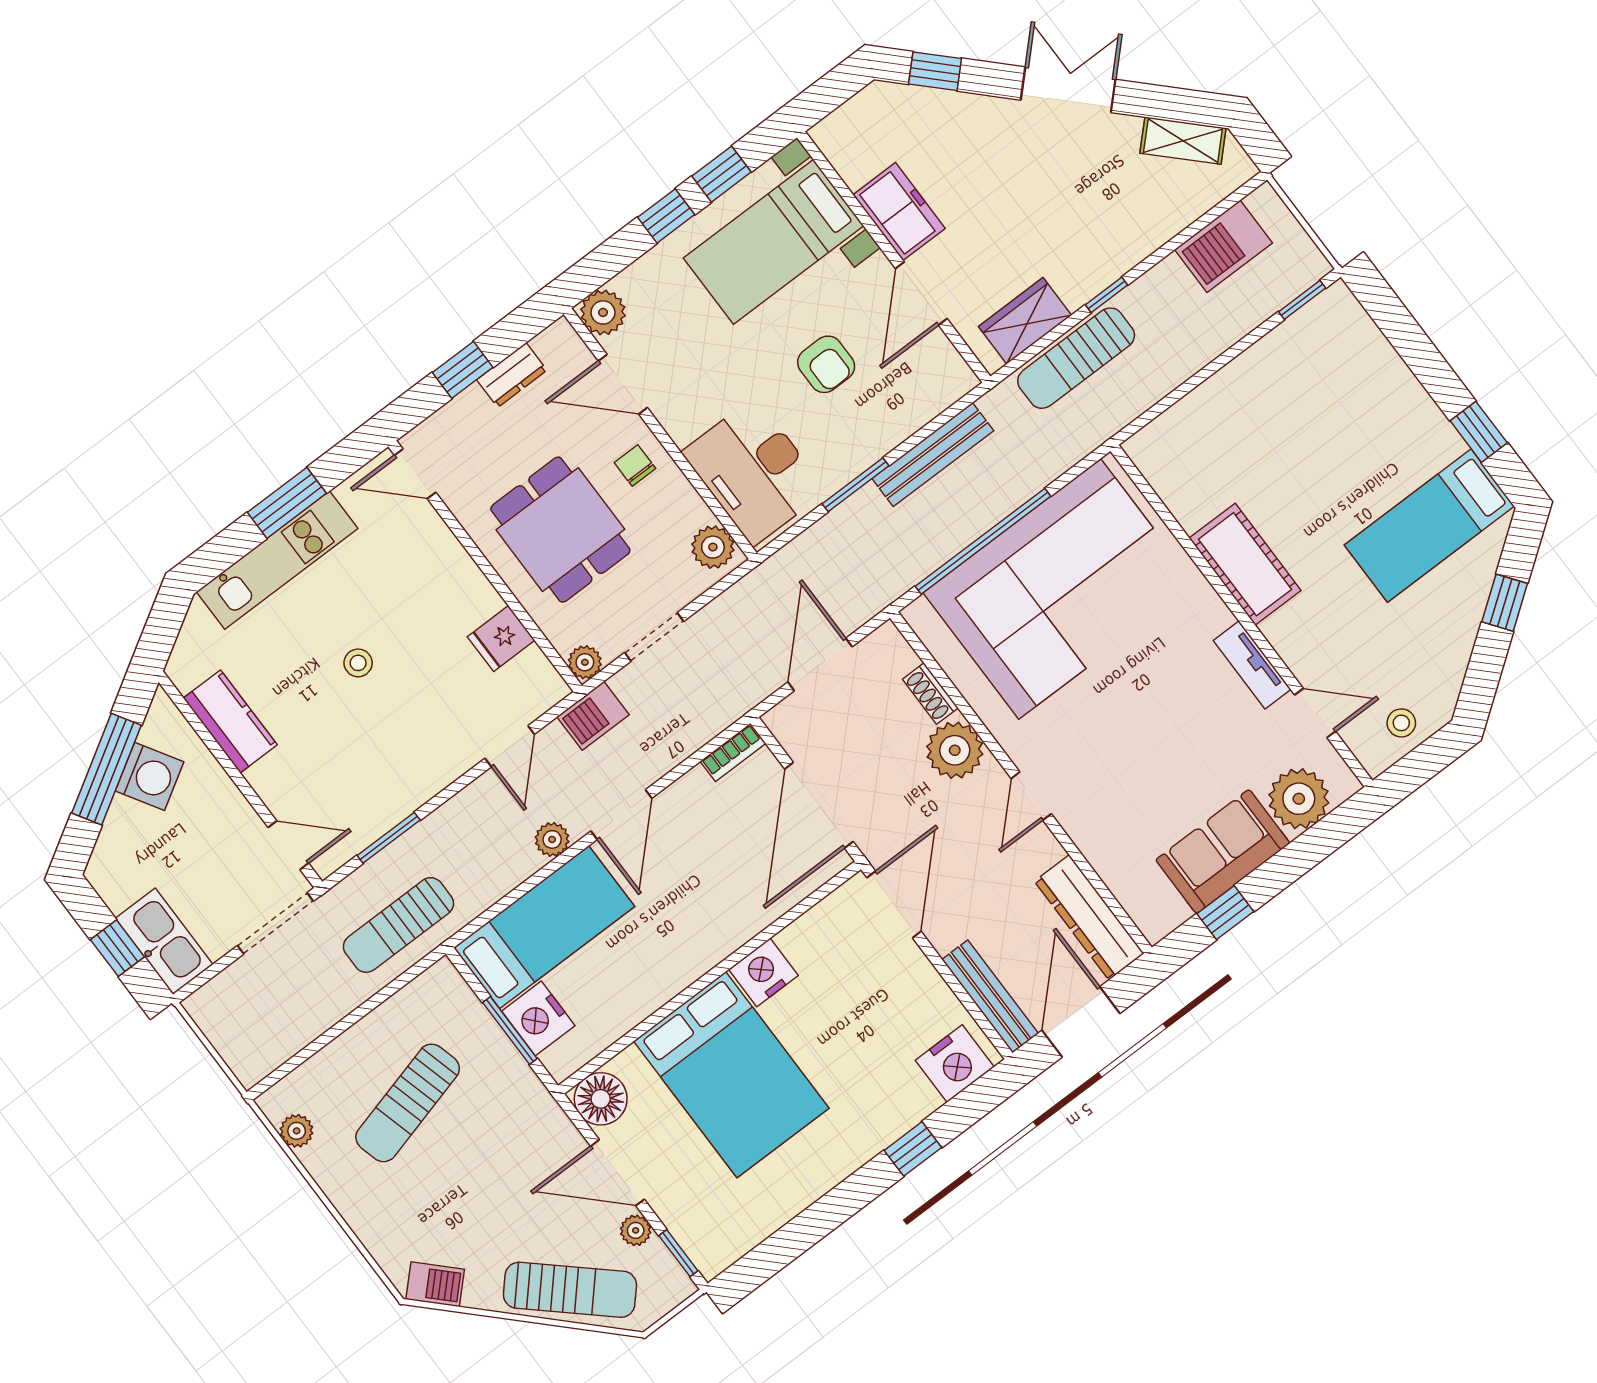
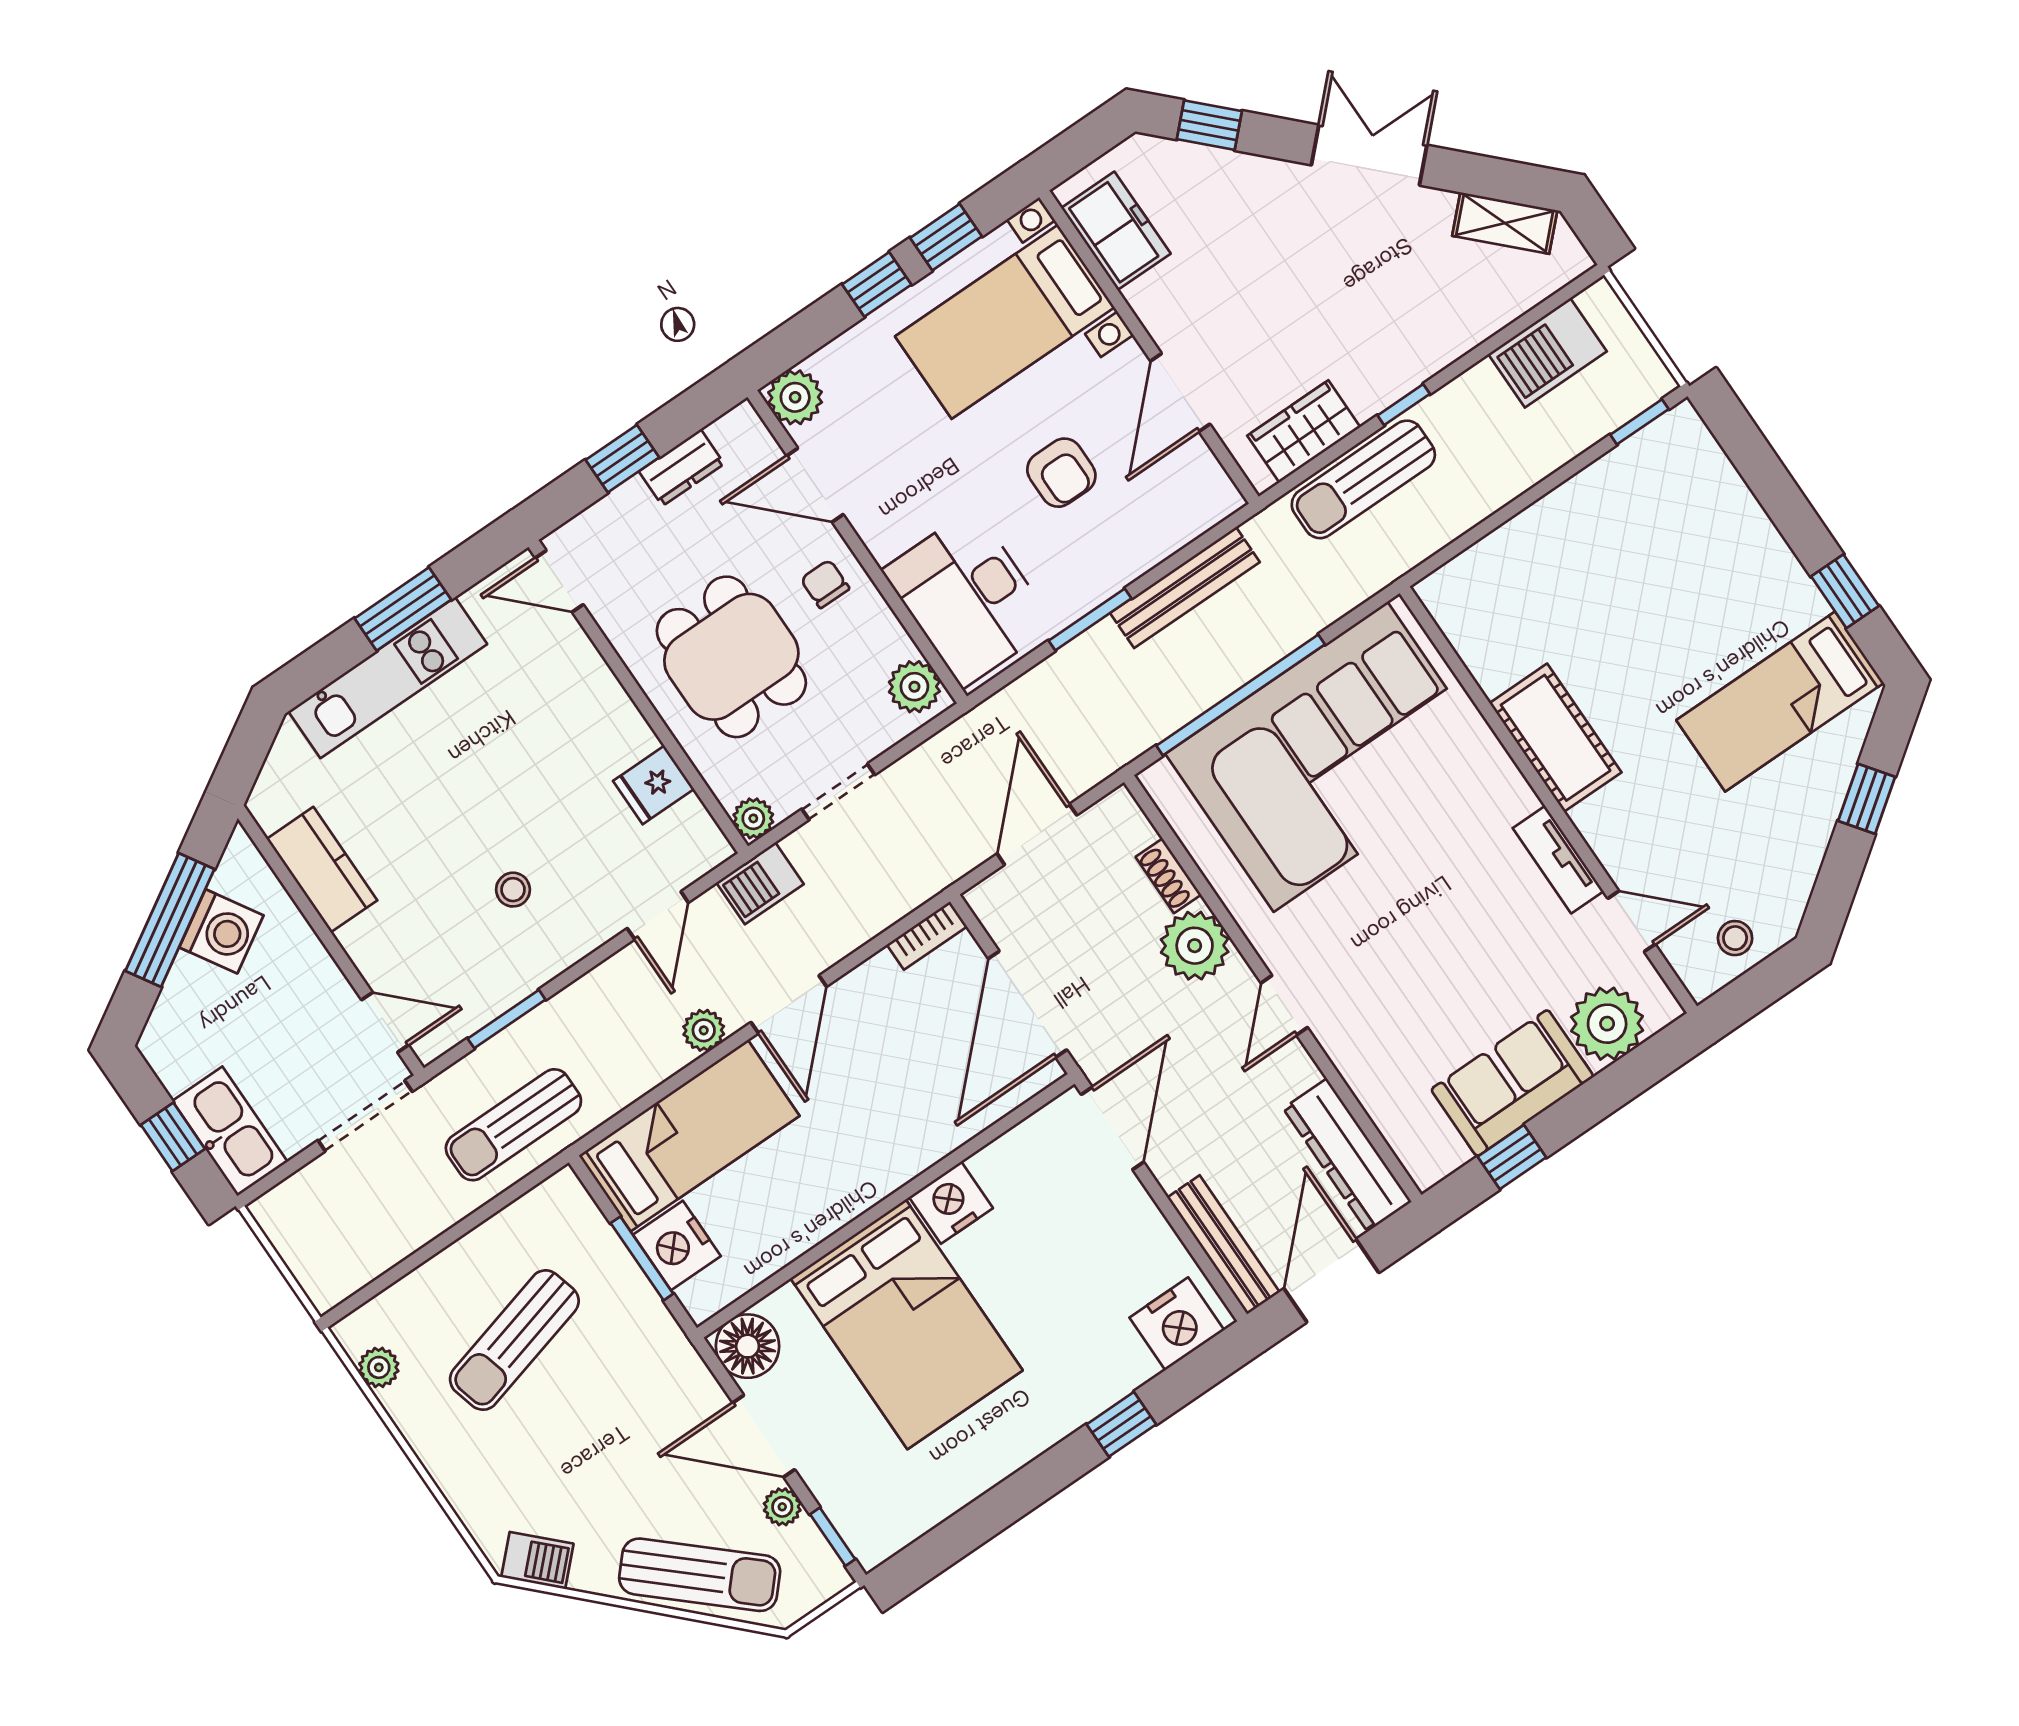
freezer: (899, 212) -> (1116, 231), moved
stool: (358, 663) -> (513, 890), moved

